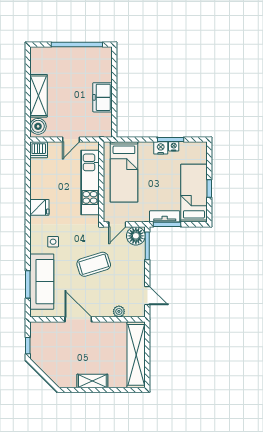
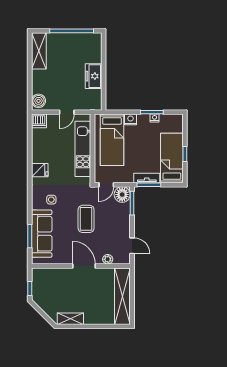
shelving: (39, 96) -> (39, 51), moved
nightstand: (161, 148) -> (131, 119), moved
coffee table: (94, 264) -> (86, 219), turned -73
door: (78, 319) -> (84, 266), moved
shelving: (92, 381) -> (70, 319), moved

